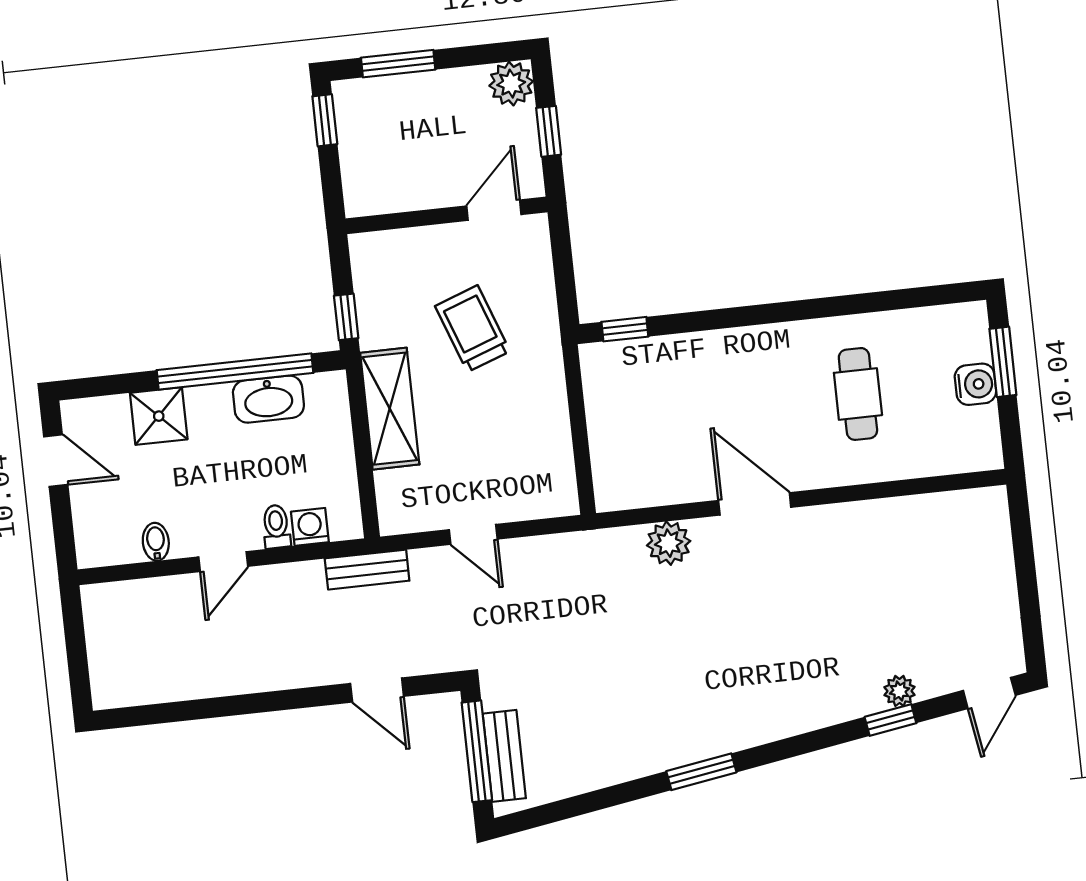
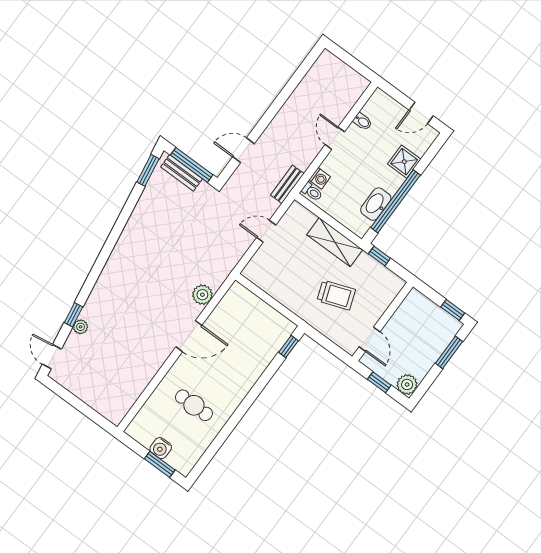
toilet: (276, 526) -> (312, 192), moved
window: (701, 772) -> (148, 170), moved

